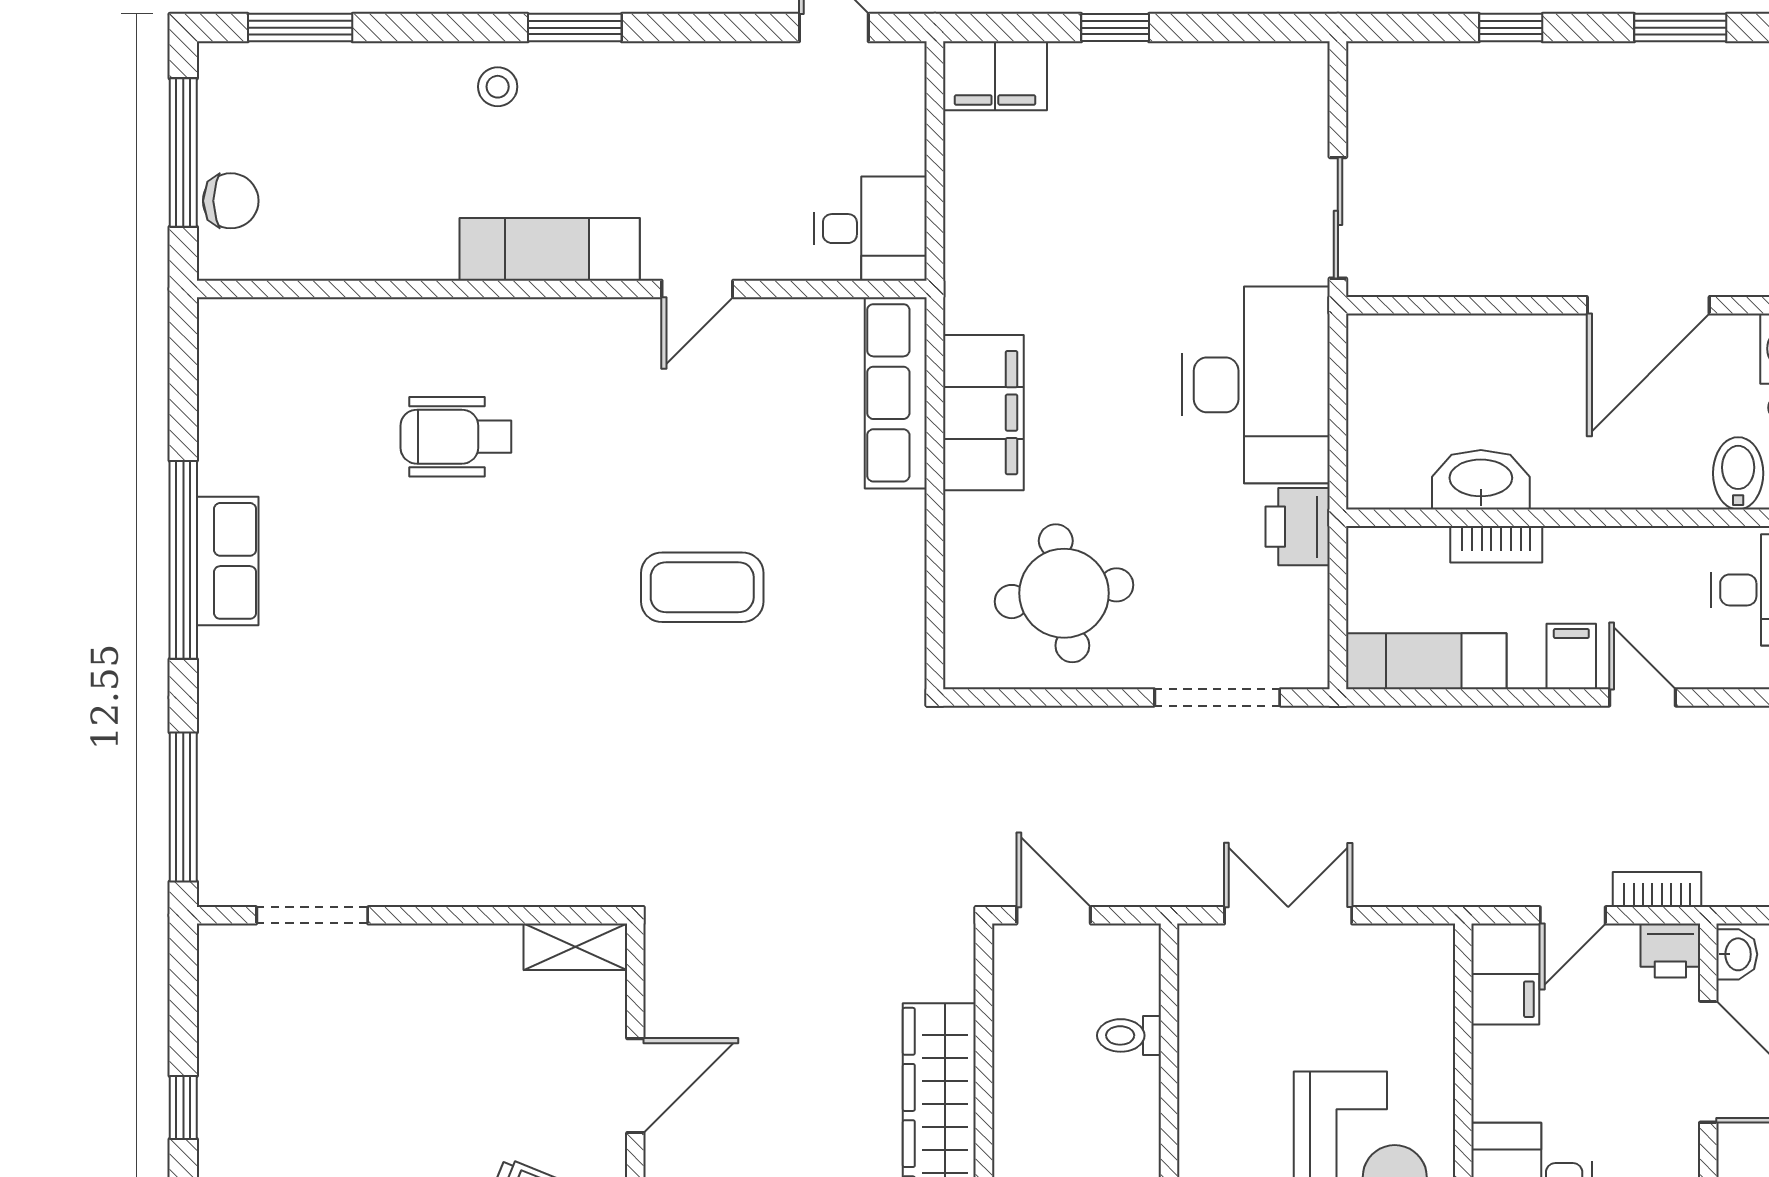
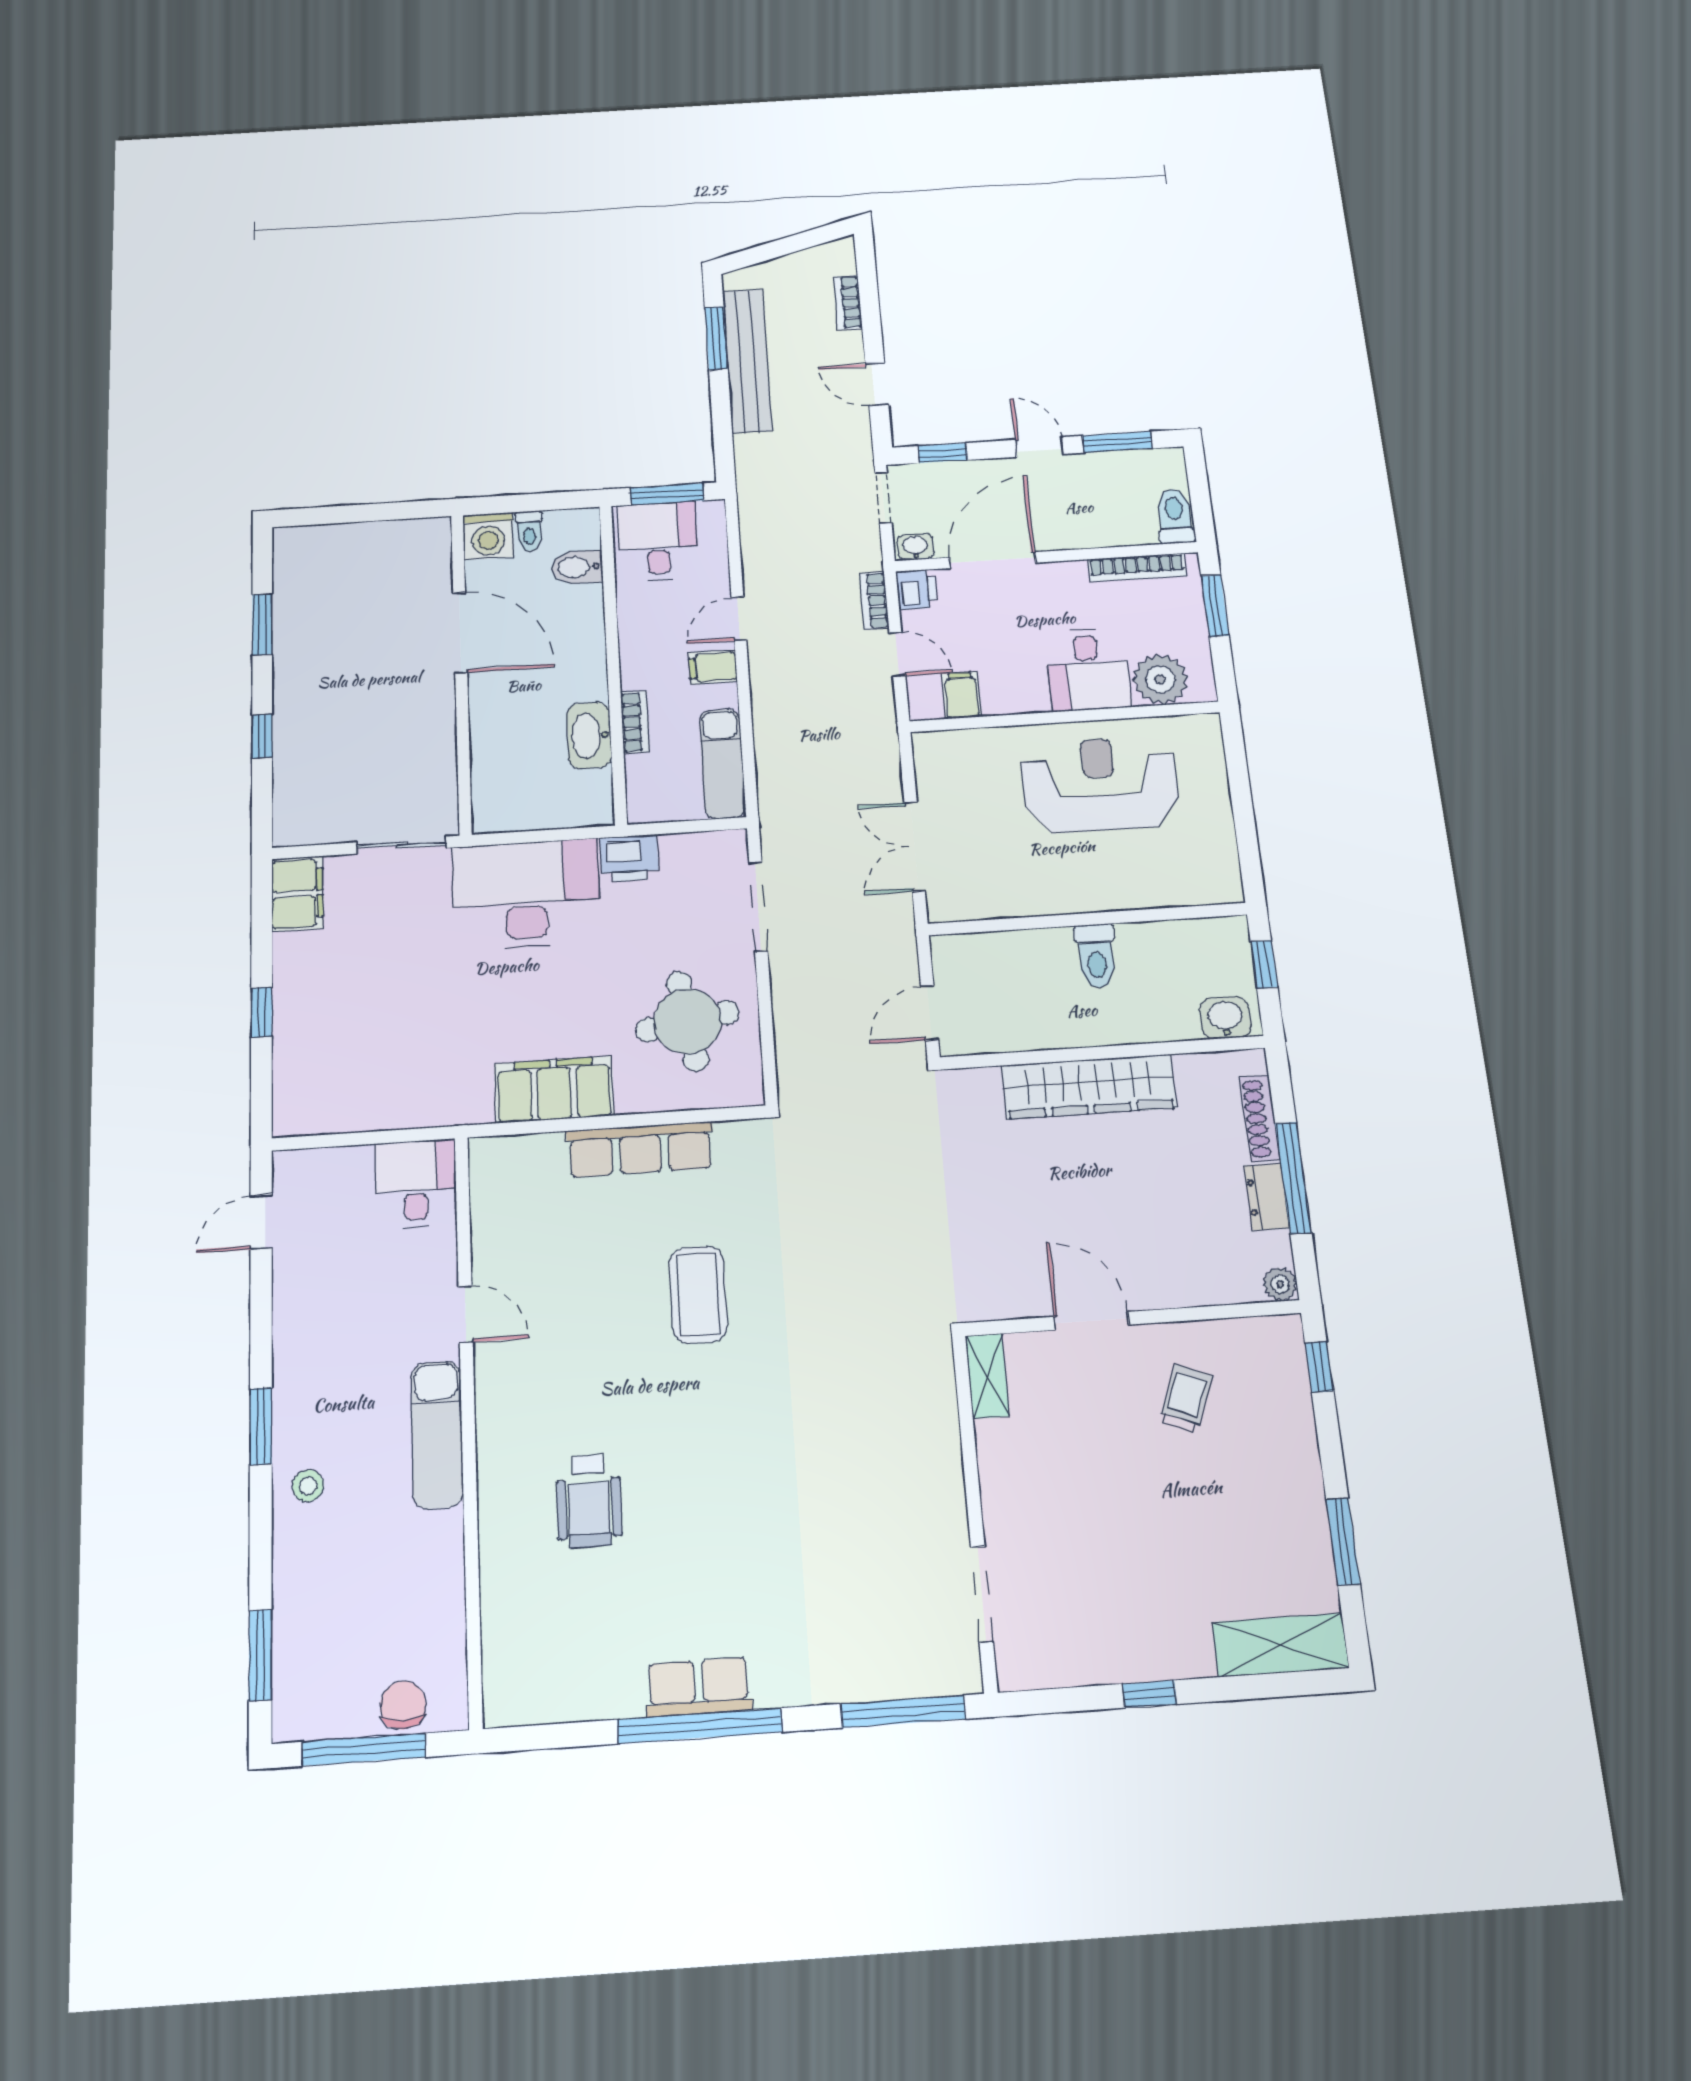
filing cabinet: (995, 76) -> (297, 894), moved
row of seats: (896, 393) -> (640, 1149), moved
toilet: (1129, 1035) -> (1096, 956), moved, width x1.37, depth x1.39

